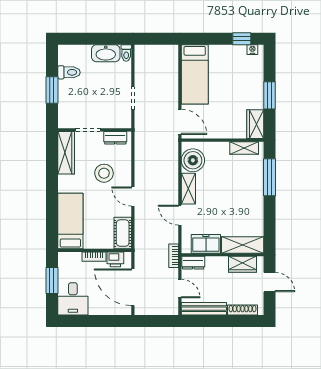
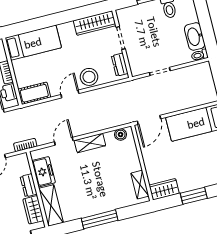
boiler: (193, 160) -> (121, 135), width x0.54, depth x0.54
stool: (104, 173) -> (89, 77), moved
window: (269, 177) -> (100, 219), moved
dresser: (193, 263) -> (29, 185), moved

